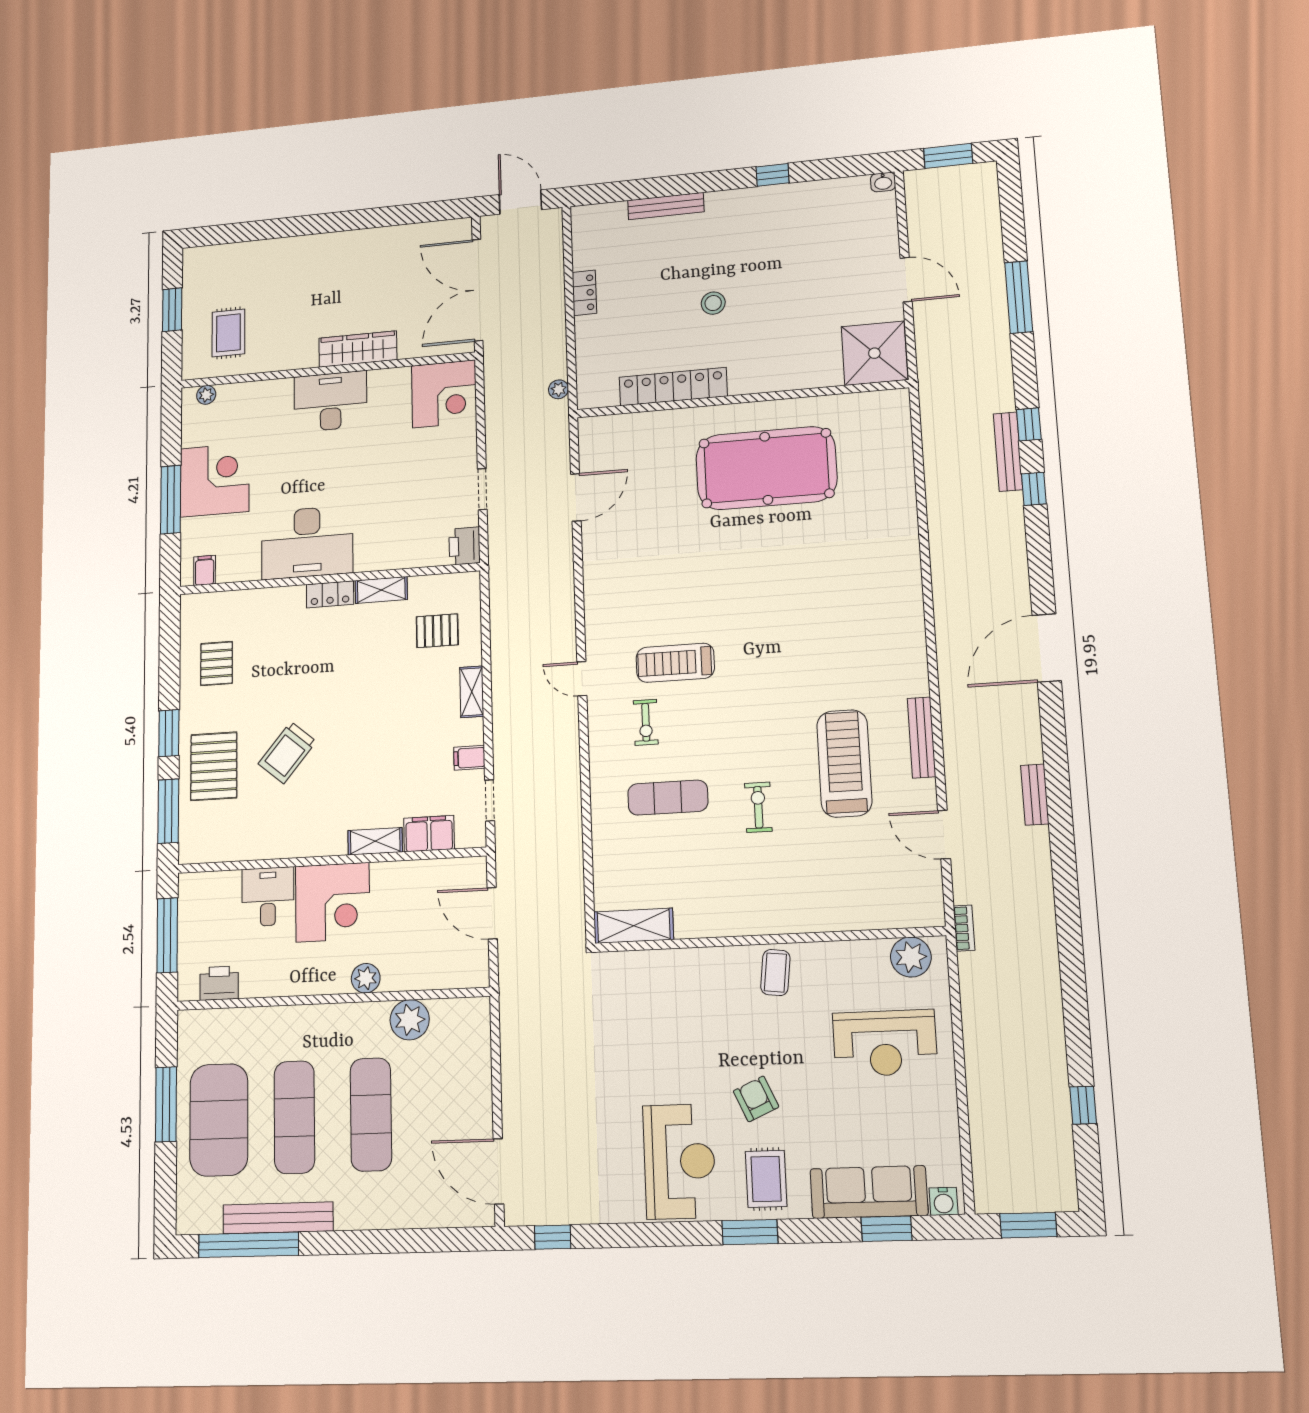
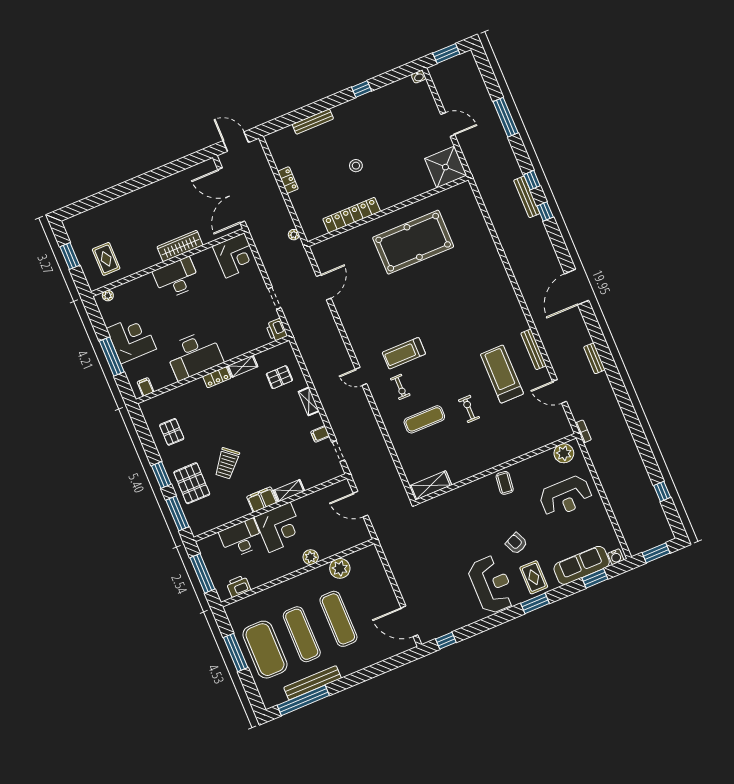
filing cabinet: (429, 834) -> (262, 500), moved
desk: (268, 897) -> (241, 538), width x1.37

